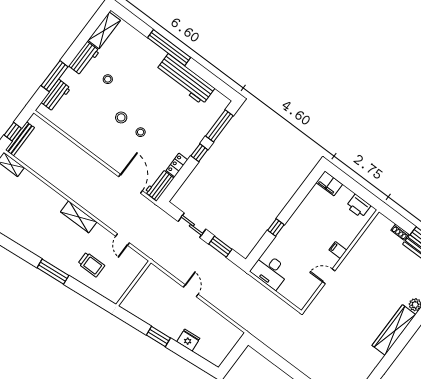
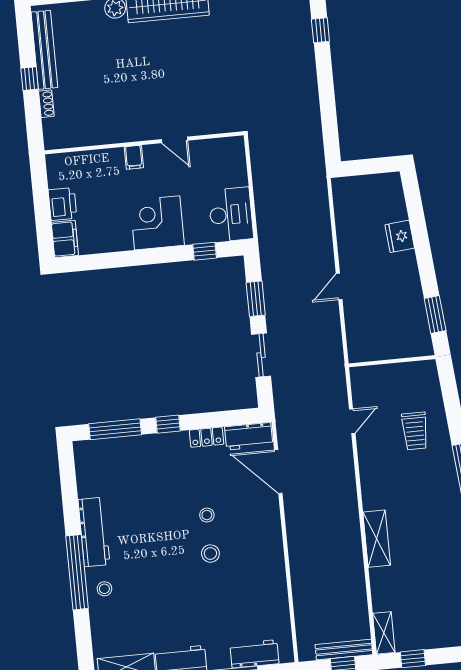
stool: (108, 79) -> (104, 589), moved
workbench: (185, 79) -> (94, 532), width x0.73, depth x0.76
door: (131, 184) -> (278, 472), hinge flipped
printer: (358, 206) -> (62, 204), moved
shelving: (79, 217) -> (377, 539), moved
window: (276, 227) -> (205, 251), moved
corner desk: (298, 233) -> (157, 223), added
trolley: (91, 265) -> (415, 431), turned 180
window: (158, 337) -> (435, 315), moved

